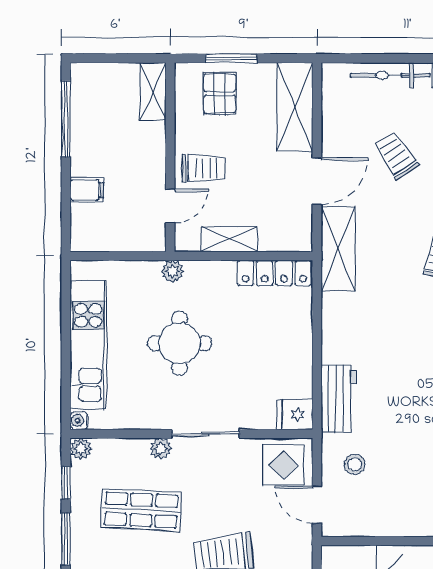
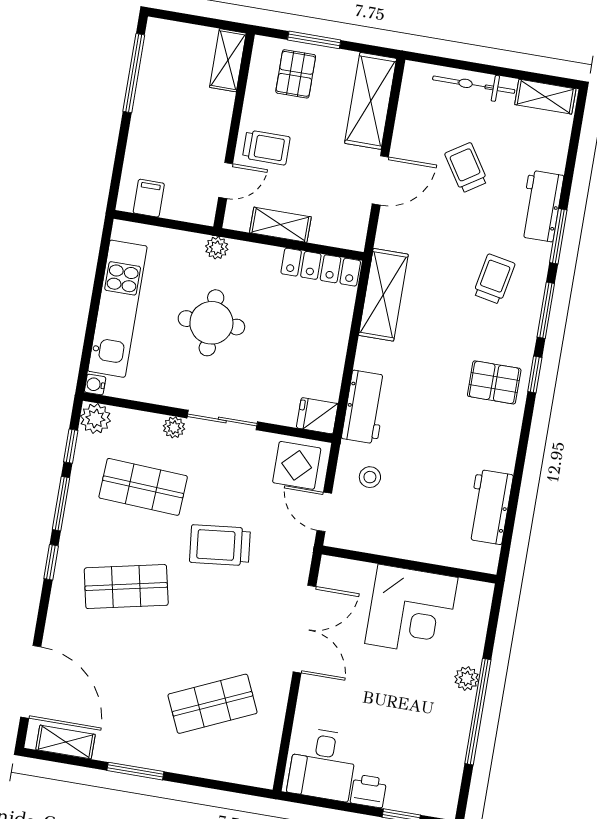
filing cabinet: (87, 190) -> (149, 198), moved, turned -90
shelving: (338, 249) -> (383, 295), moved
plant: (81, 449) -> (95, 419), width x1.38, depth x1.38

